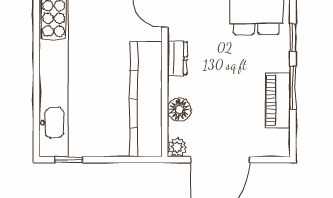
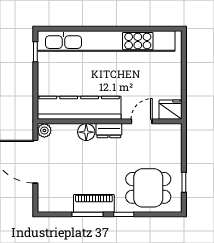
piano: (278, 101) -> (94, 203), moved
floor lamp: (179, 110) -> (86, 132), moved

